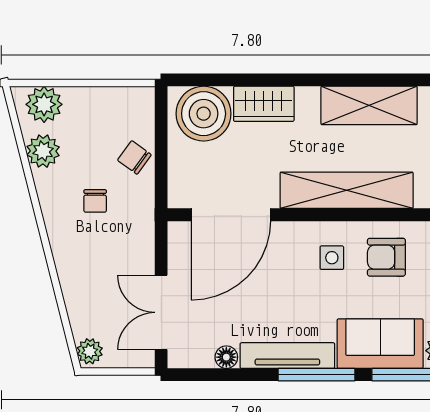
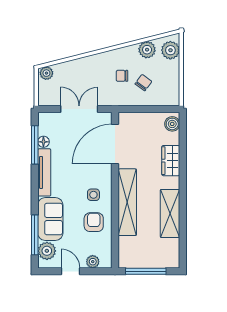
boiler: (204, 114) -> (172, 124), width x0.54, depth x0.54
chair: (134, 157) -> (143, 83), moved
door: (231, 215) -> (115, 144), hinge flipped
double door: (161, 312) -> (79, 109), moved
window: (317, 375) -> (35, 145), moved

